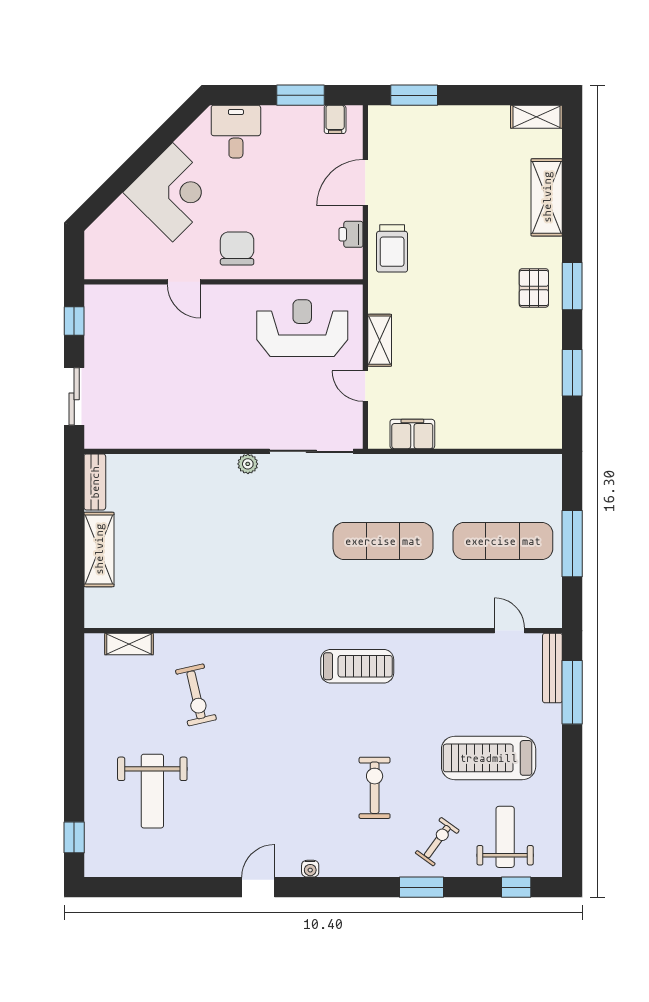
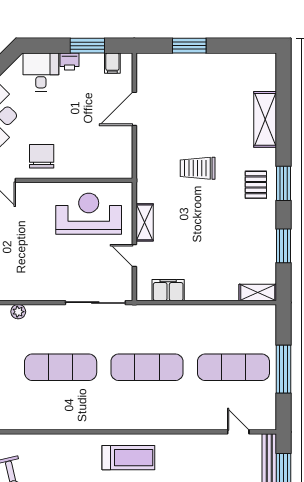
window: (414, 95) -> (189, 46), moved
shelving: (536, 117) -> (258, 292), moved
printer: (351, 234) -> (70, 61), moved, turned -90
trolley: (392, 248) -> (198, 168), moved, turned 90
plant: (248, 464) -> (18, 312), moved
exercise mat: (263, 541) -> (61, 367), added

